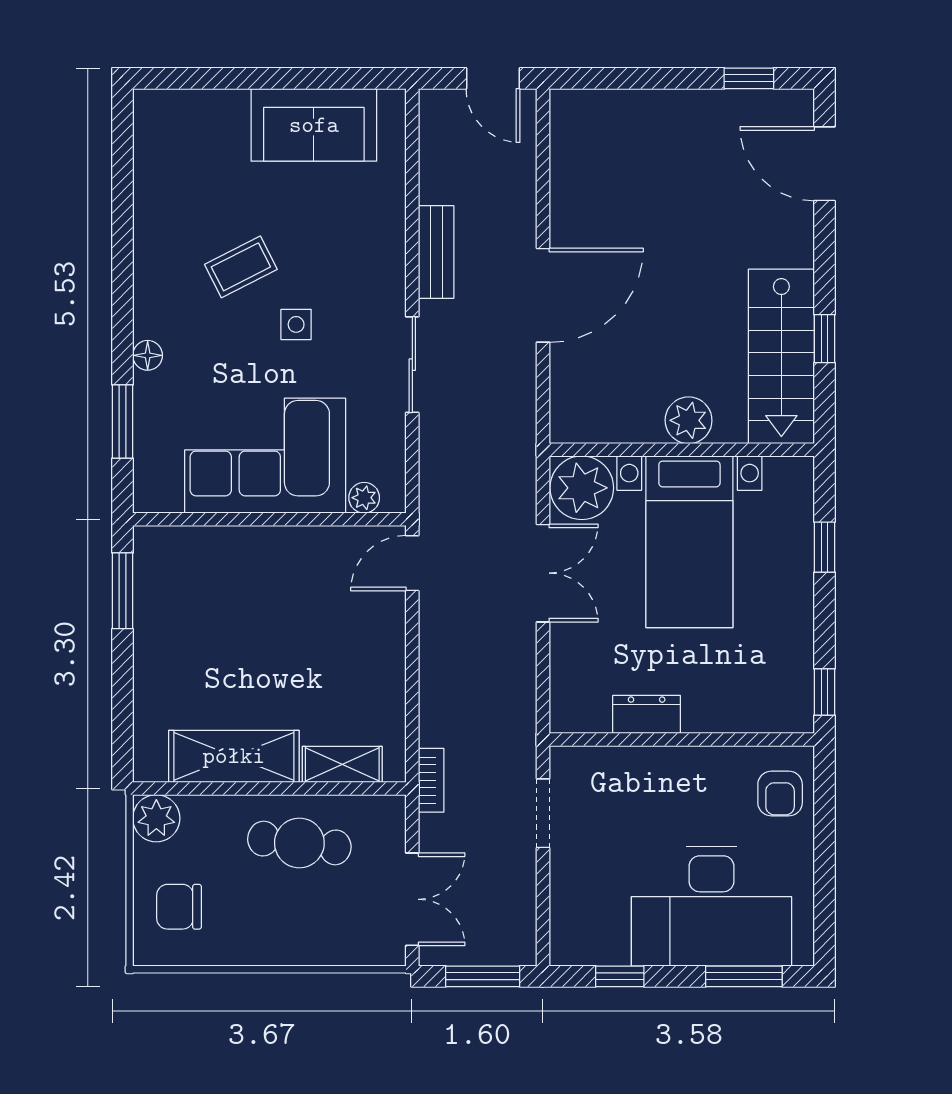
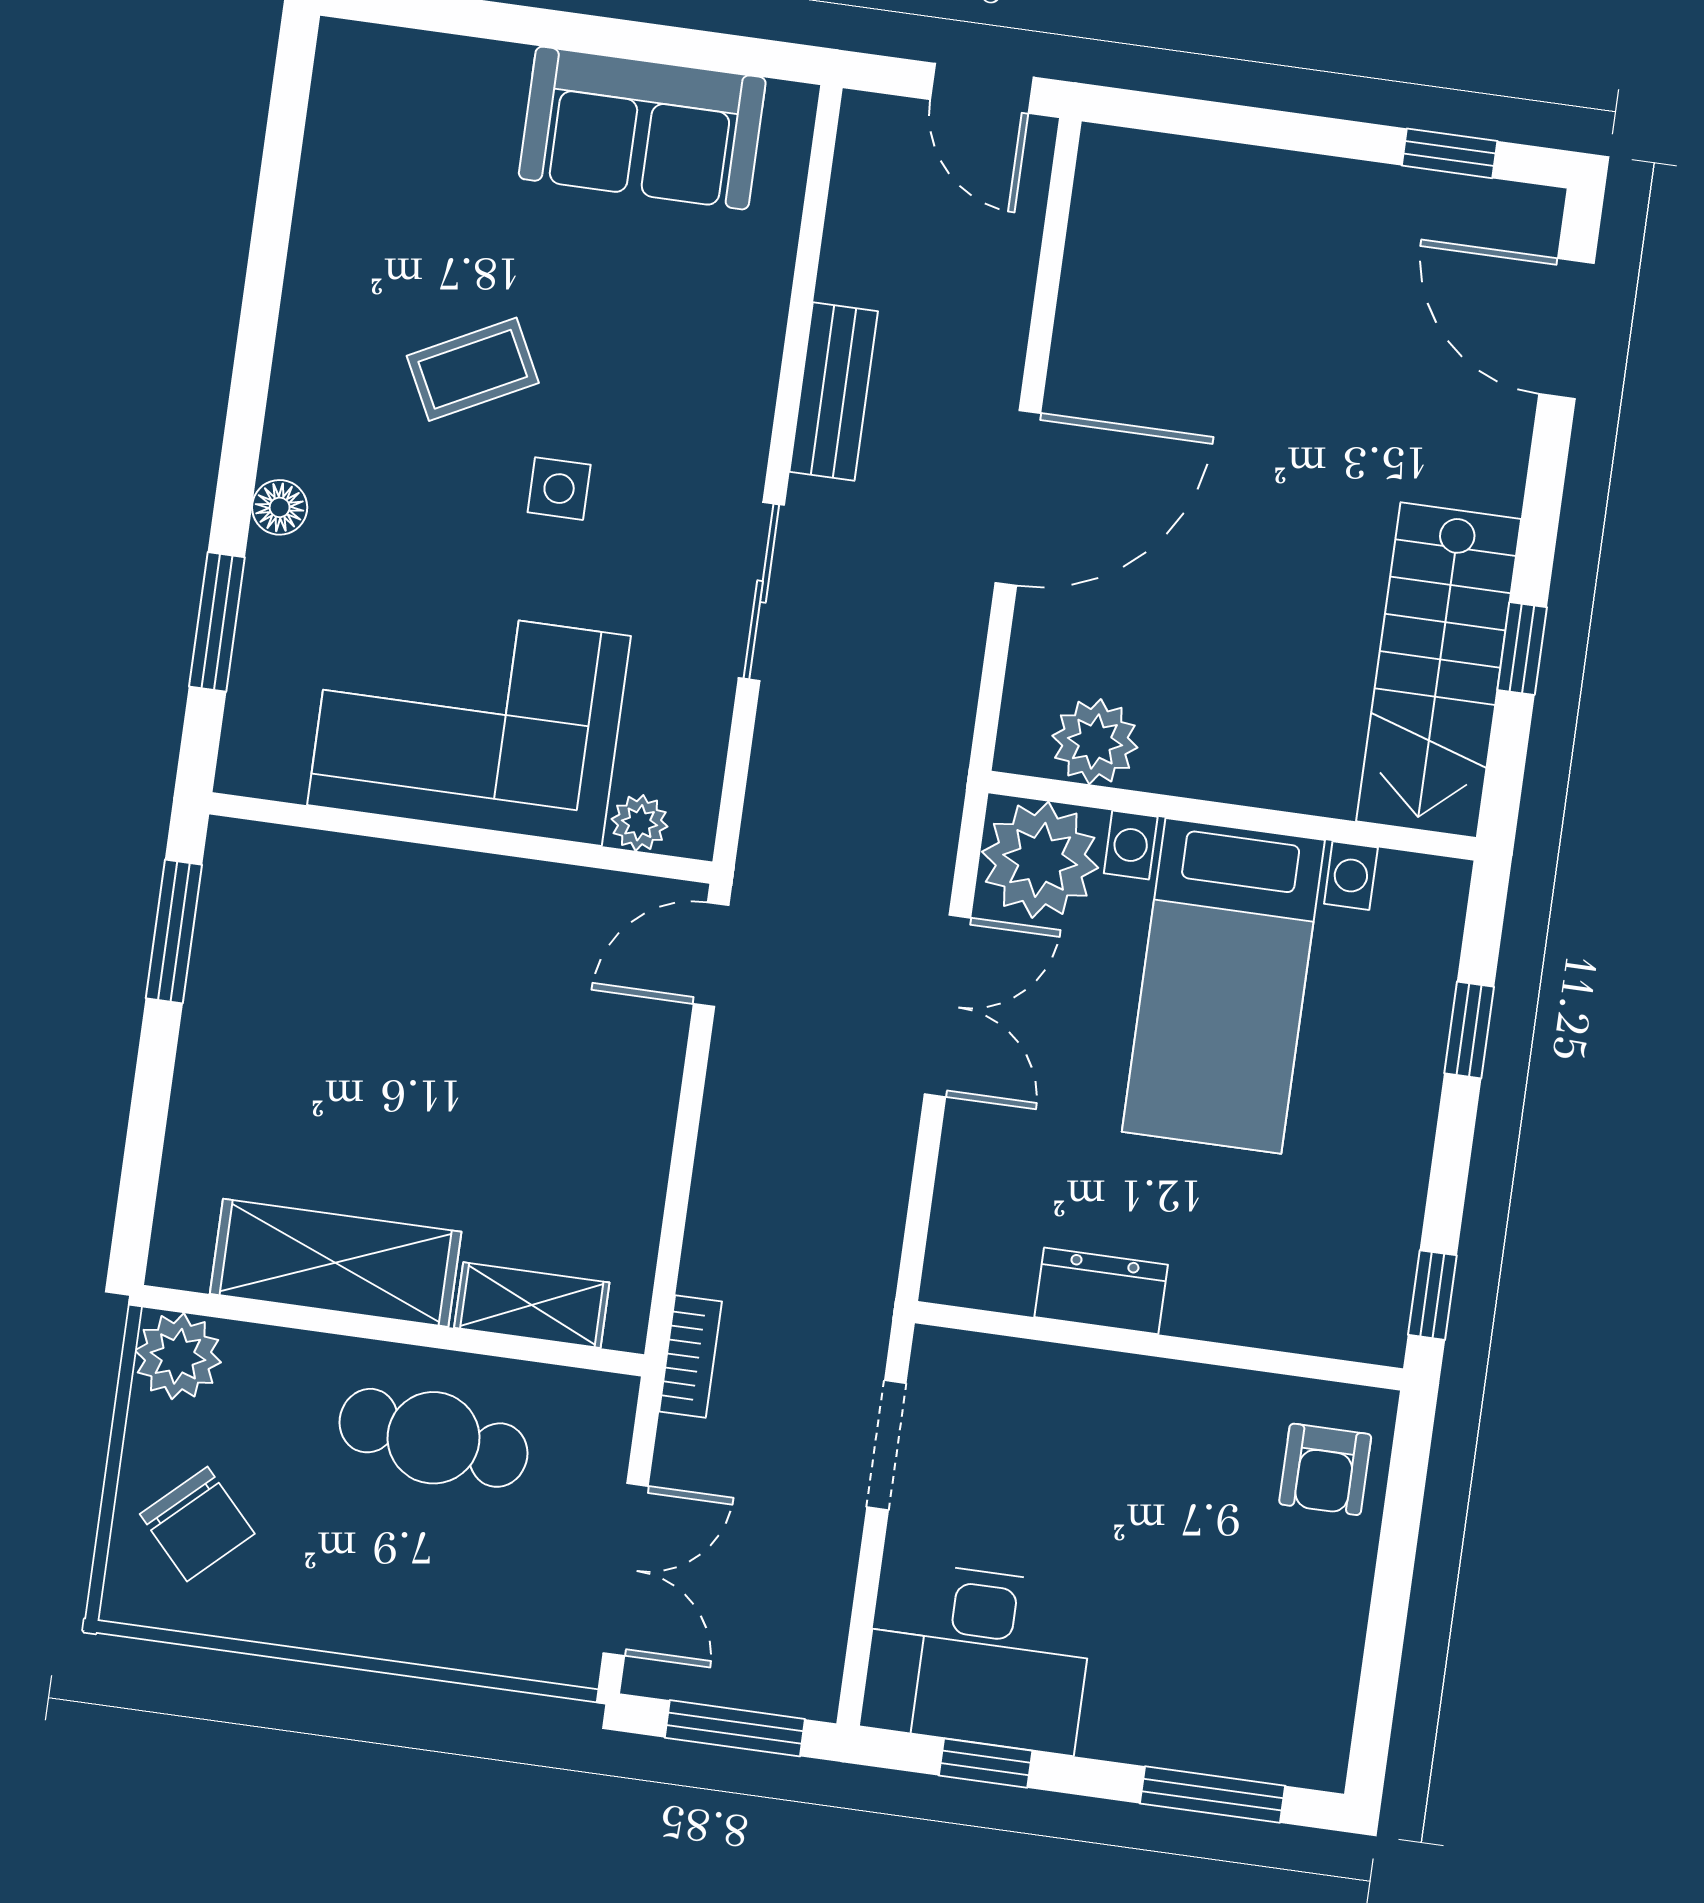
plant: (689, 420) -> (1095, 742), moved
desk: (711, 906) -> (978, 1657), moved, width x0.73, depth x0.77
chair: (179, 907) -> (197, 1524), turned -133

